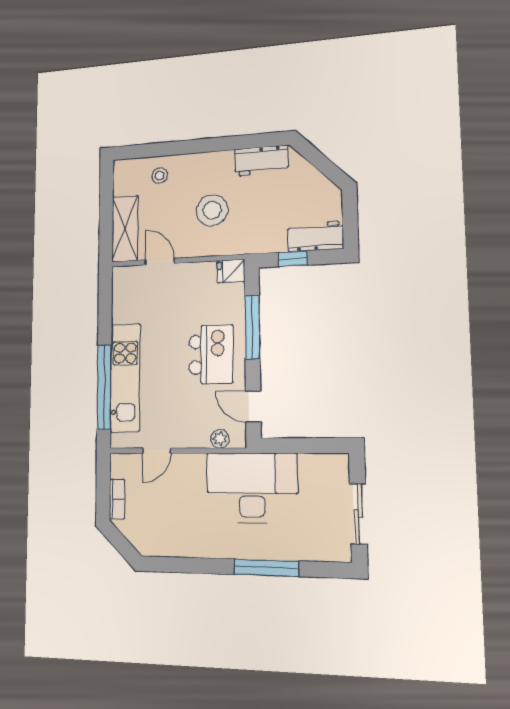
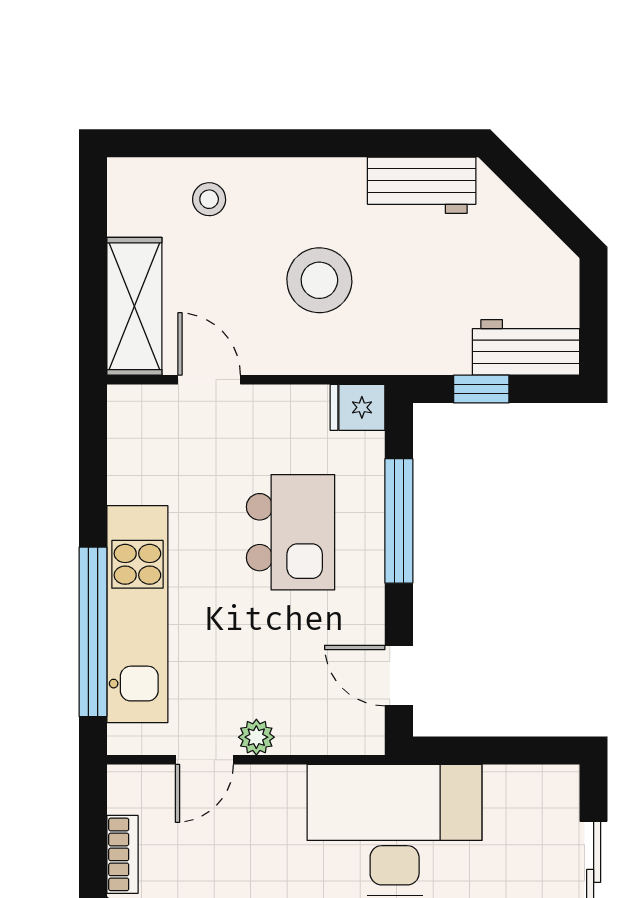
kitchen island: (211, 354) -> (291, 532), moved
plant: (220, 439) -> (256, 737), moved

